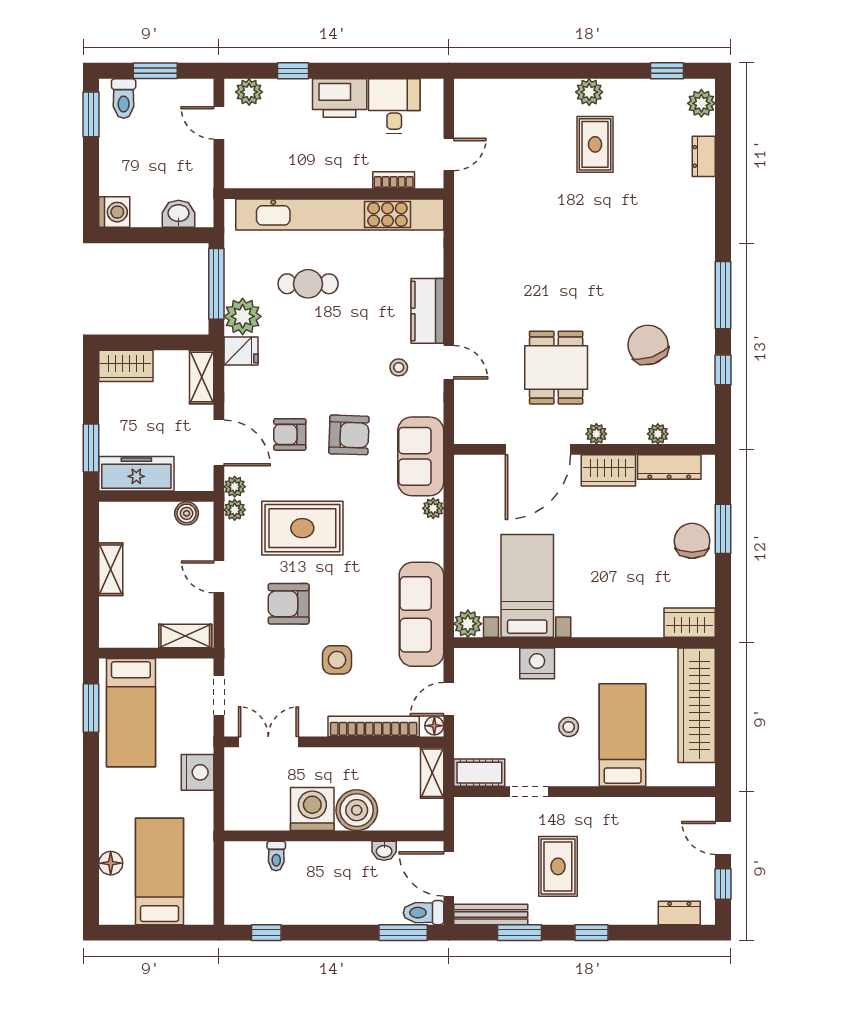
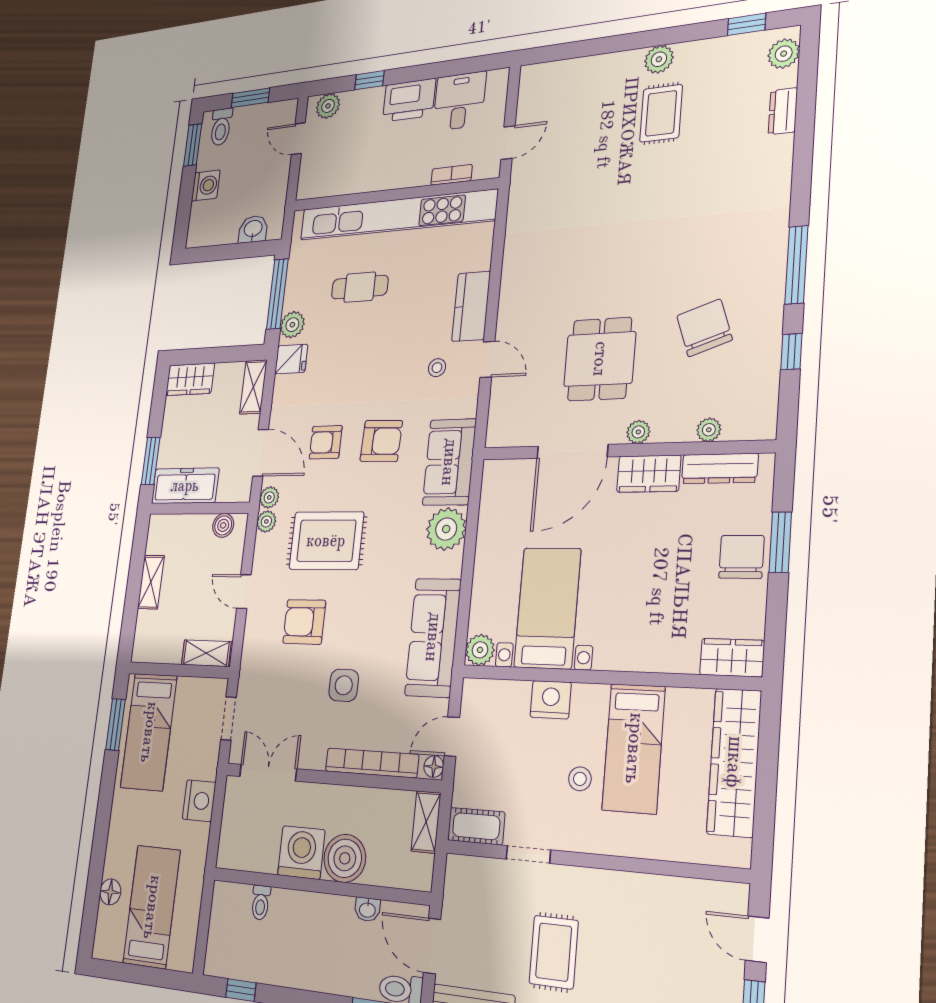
washing machine: (114, 212) -> (206, 185), moved
plant: (243, 316) -> (292, 325), width x0.73, depth x0.73
plant: (433, 508) -> (446, 529), width x1.88, depth x1.88
bed: (623, 735) -> (634, 748), moved, turned 180

